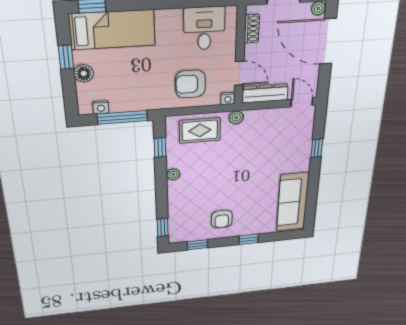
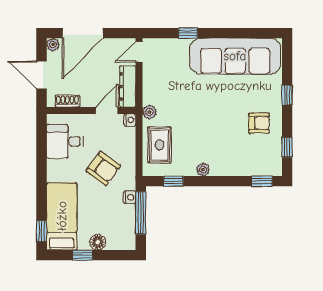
armchair: (190, 84) -> (103, 169), moved, turned -54
nightstand: (101, 107) -> (130, 197), moved
sofa: (293, 202) -> (235, 56), width x1.36, depth x1.27

